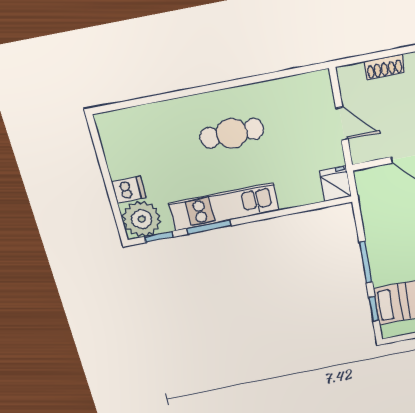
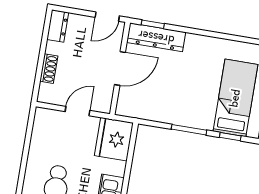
fridge: (335, 184) -> (114, 139), width x1.88, depth x1.34

